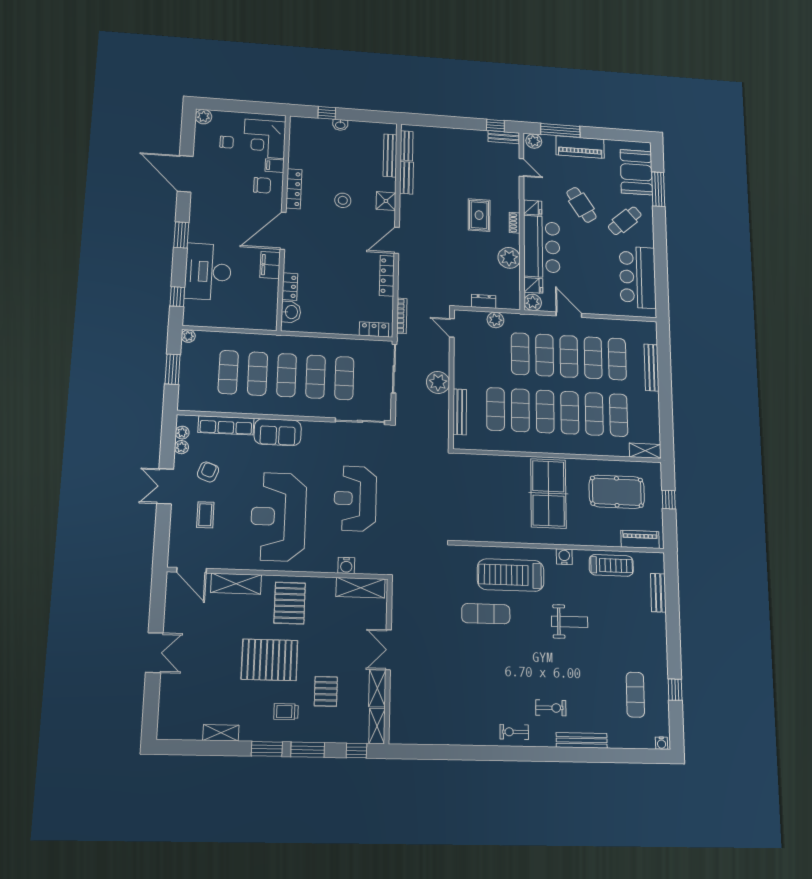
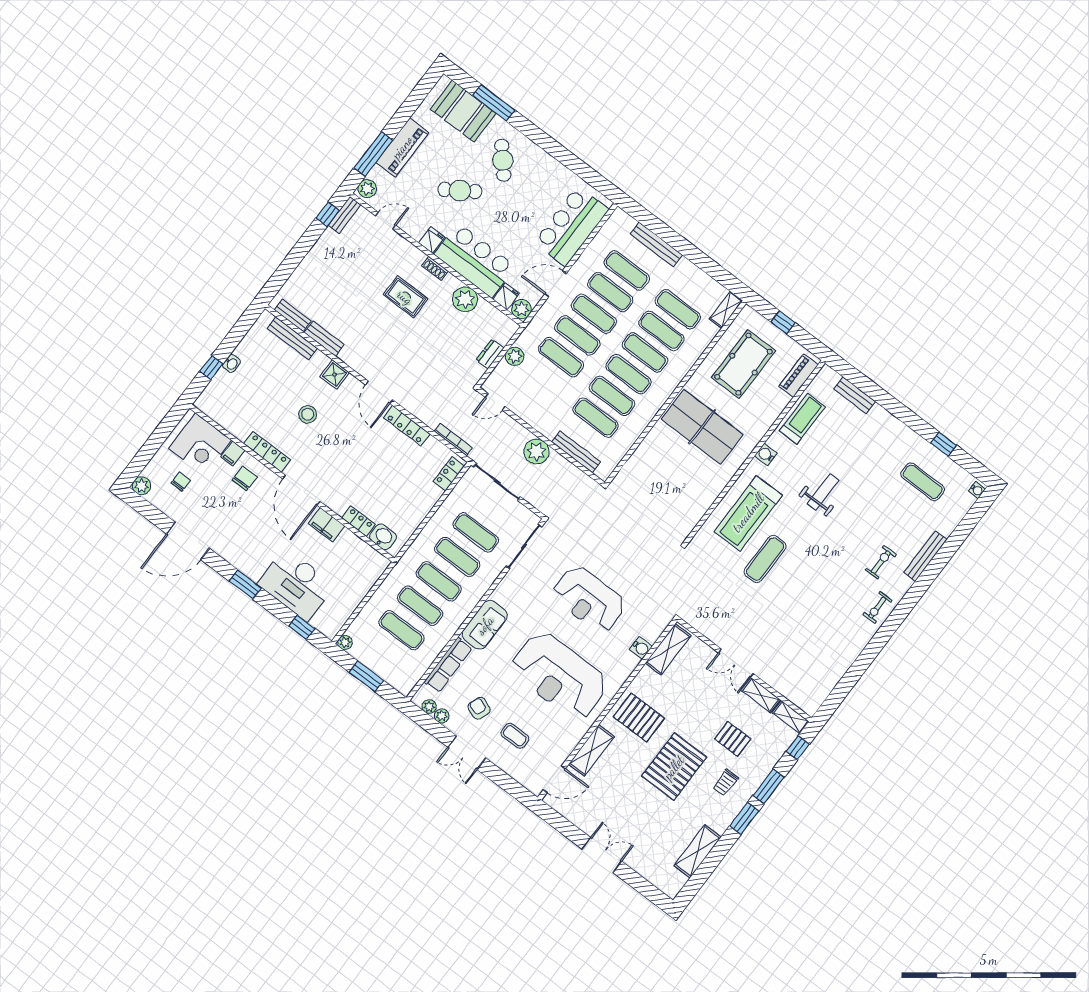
bar counter: (638, 277) -> (571, 226), moved, turned 90
shelving: (221, 733) -> (698, 851), width x1.50, depth x1.33

